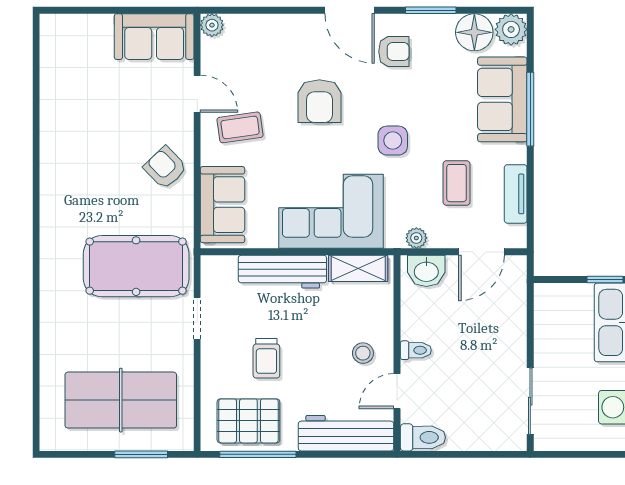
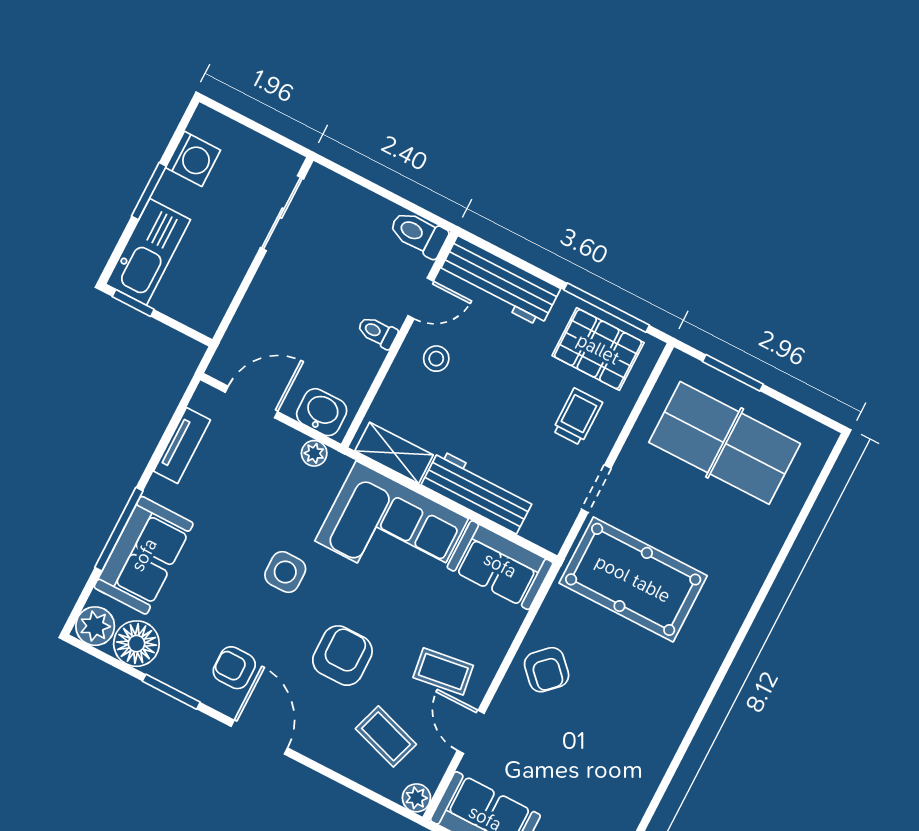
coffee table: (457, 183) -> (386, 736), moved, turned -72
sofa: (223, 205) -> (500, 565), moved, turned -90
trolley: (266, 358) -> (577, 417), moved

